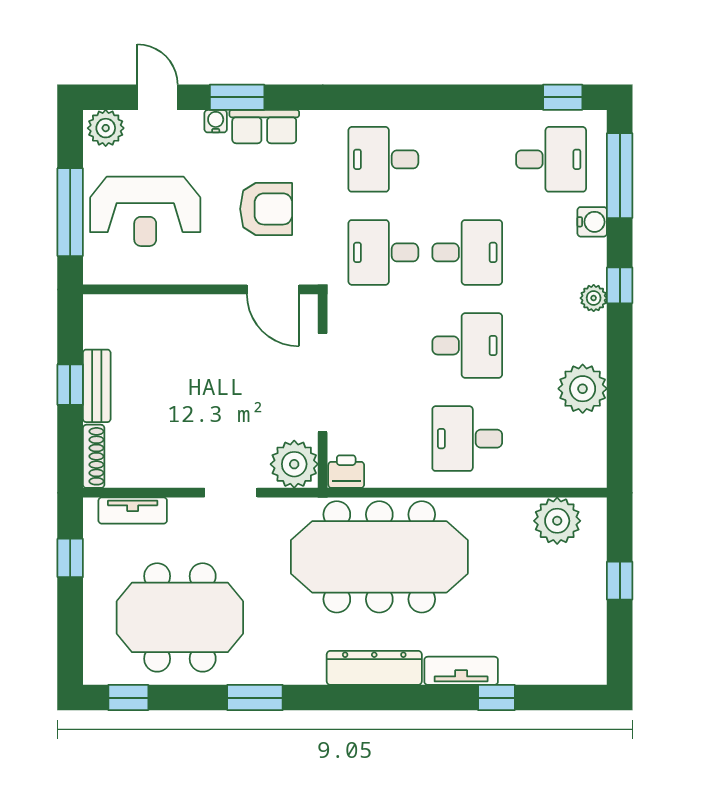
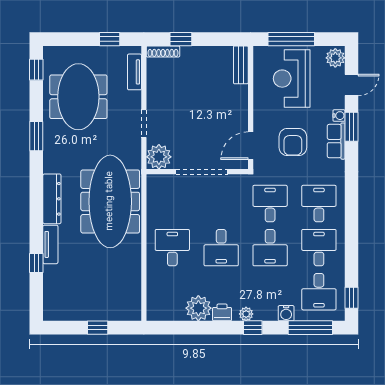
desk: (467, 159) -> (319, 248), added
window: (70, 385) -> (181, 39), moved
bench: (97, 386) -> (241, 65), moved, turned 90
printer: (346, 472) -> (222, 312), moved, turned -90
plant: (557, 521) -> (129, 295), removed

